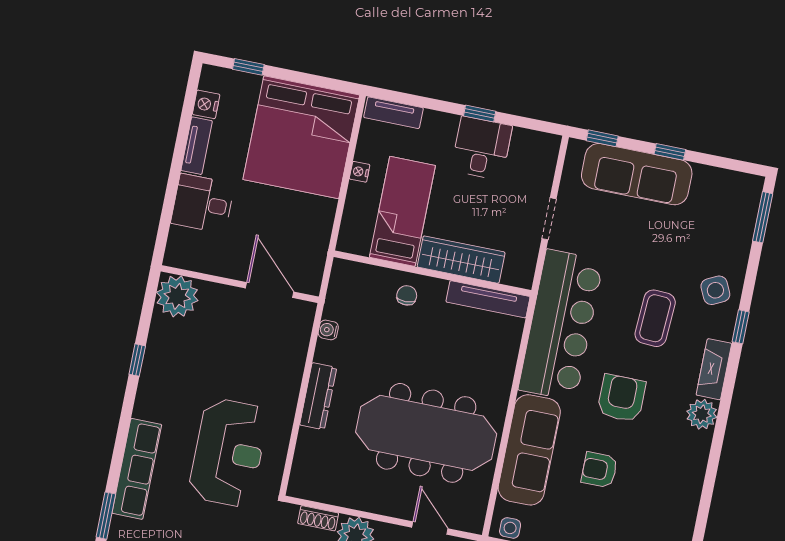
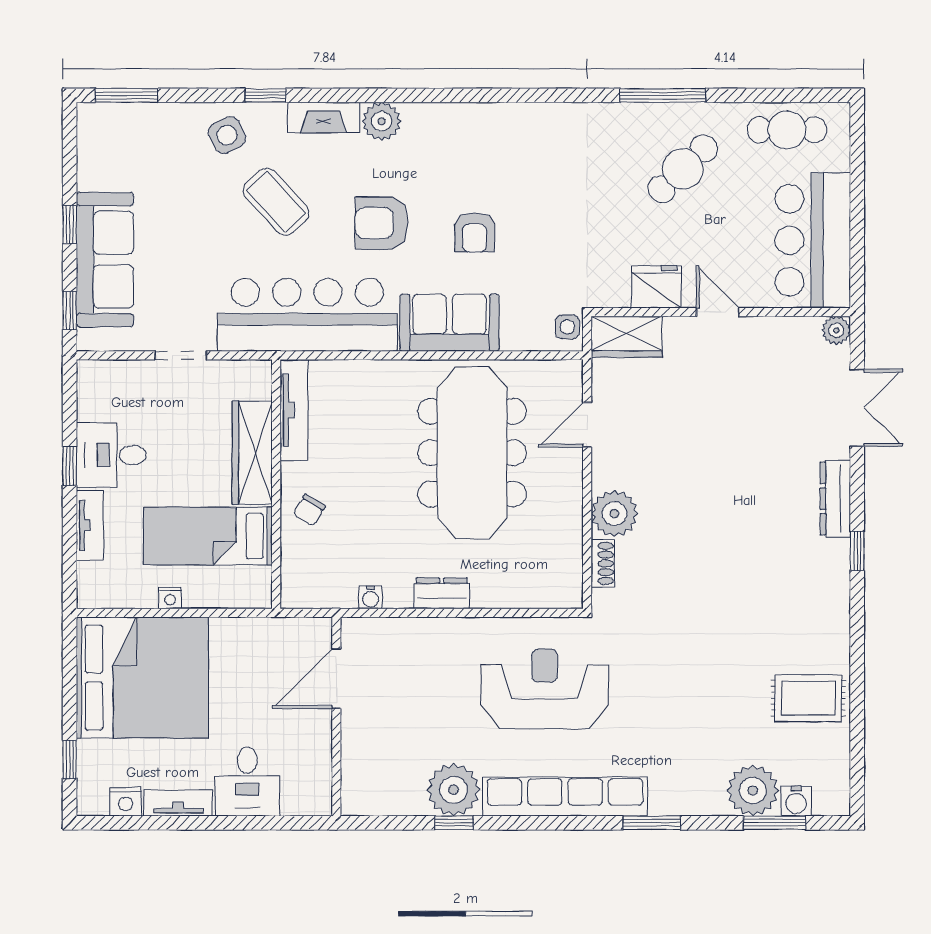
tv unit: (394, 113) -> (90, 525), moved
chair: (407, 295) -> (309, 510), turned -58
plant: (177, 296) -> (453, 790), moved
coffee table: (655, 318) -> (276, 202), turned 44
dresser: (318, 396) -> (442, 593), width x0.70
sofa: (529, 450) -> (449, 323), width x0.73
row of seats: (137, 469) -> (565, 797), width x1.36

